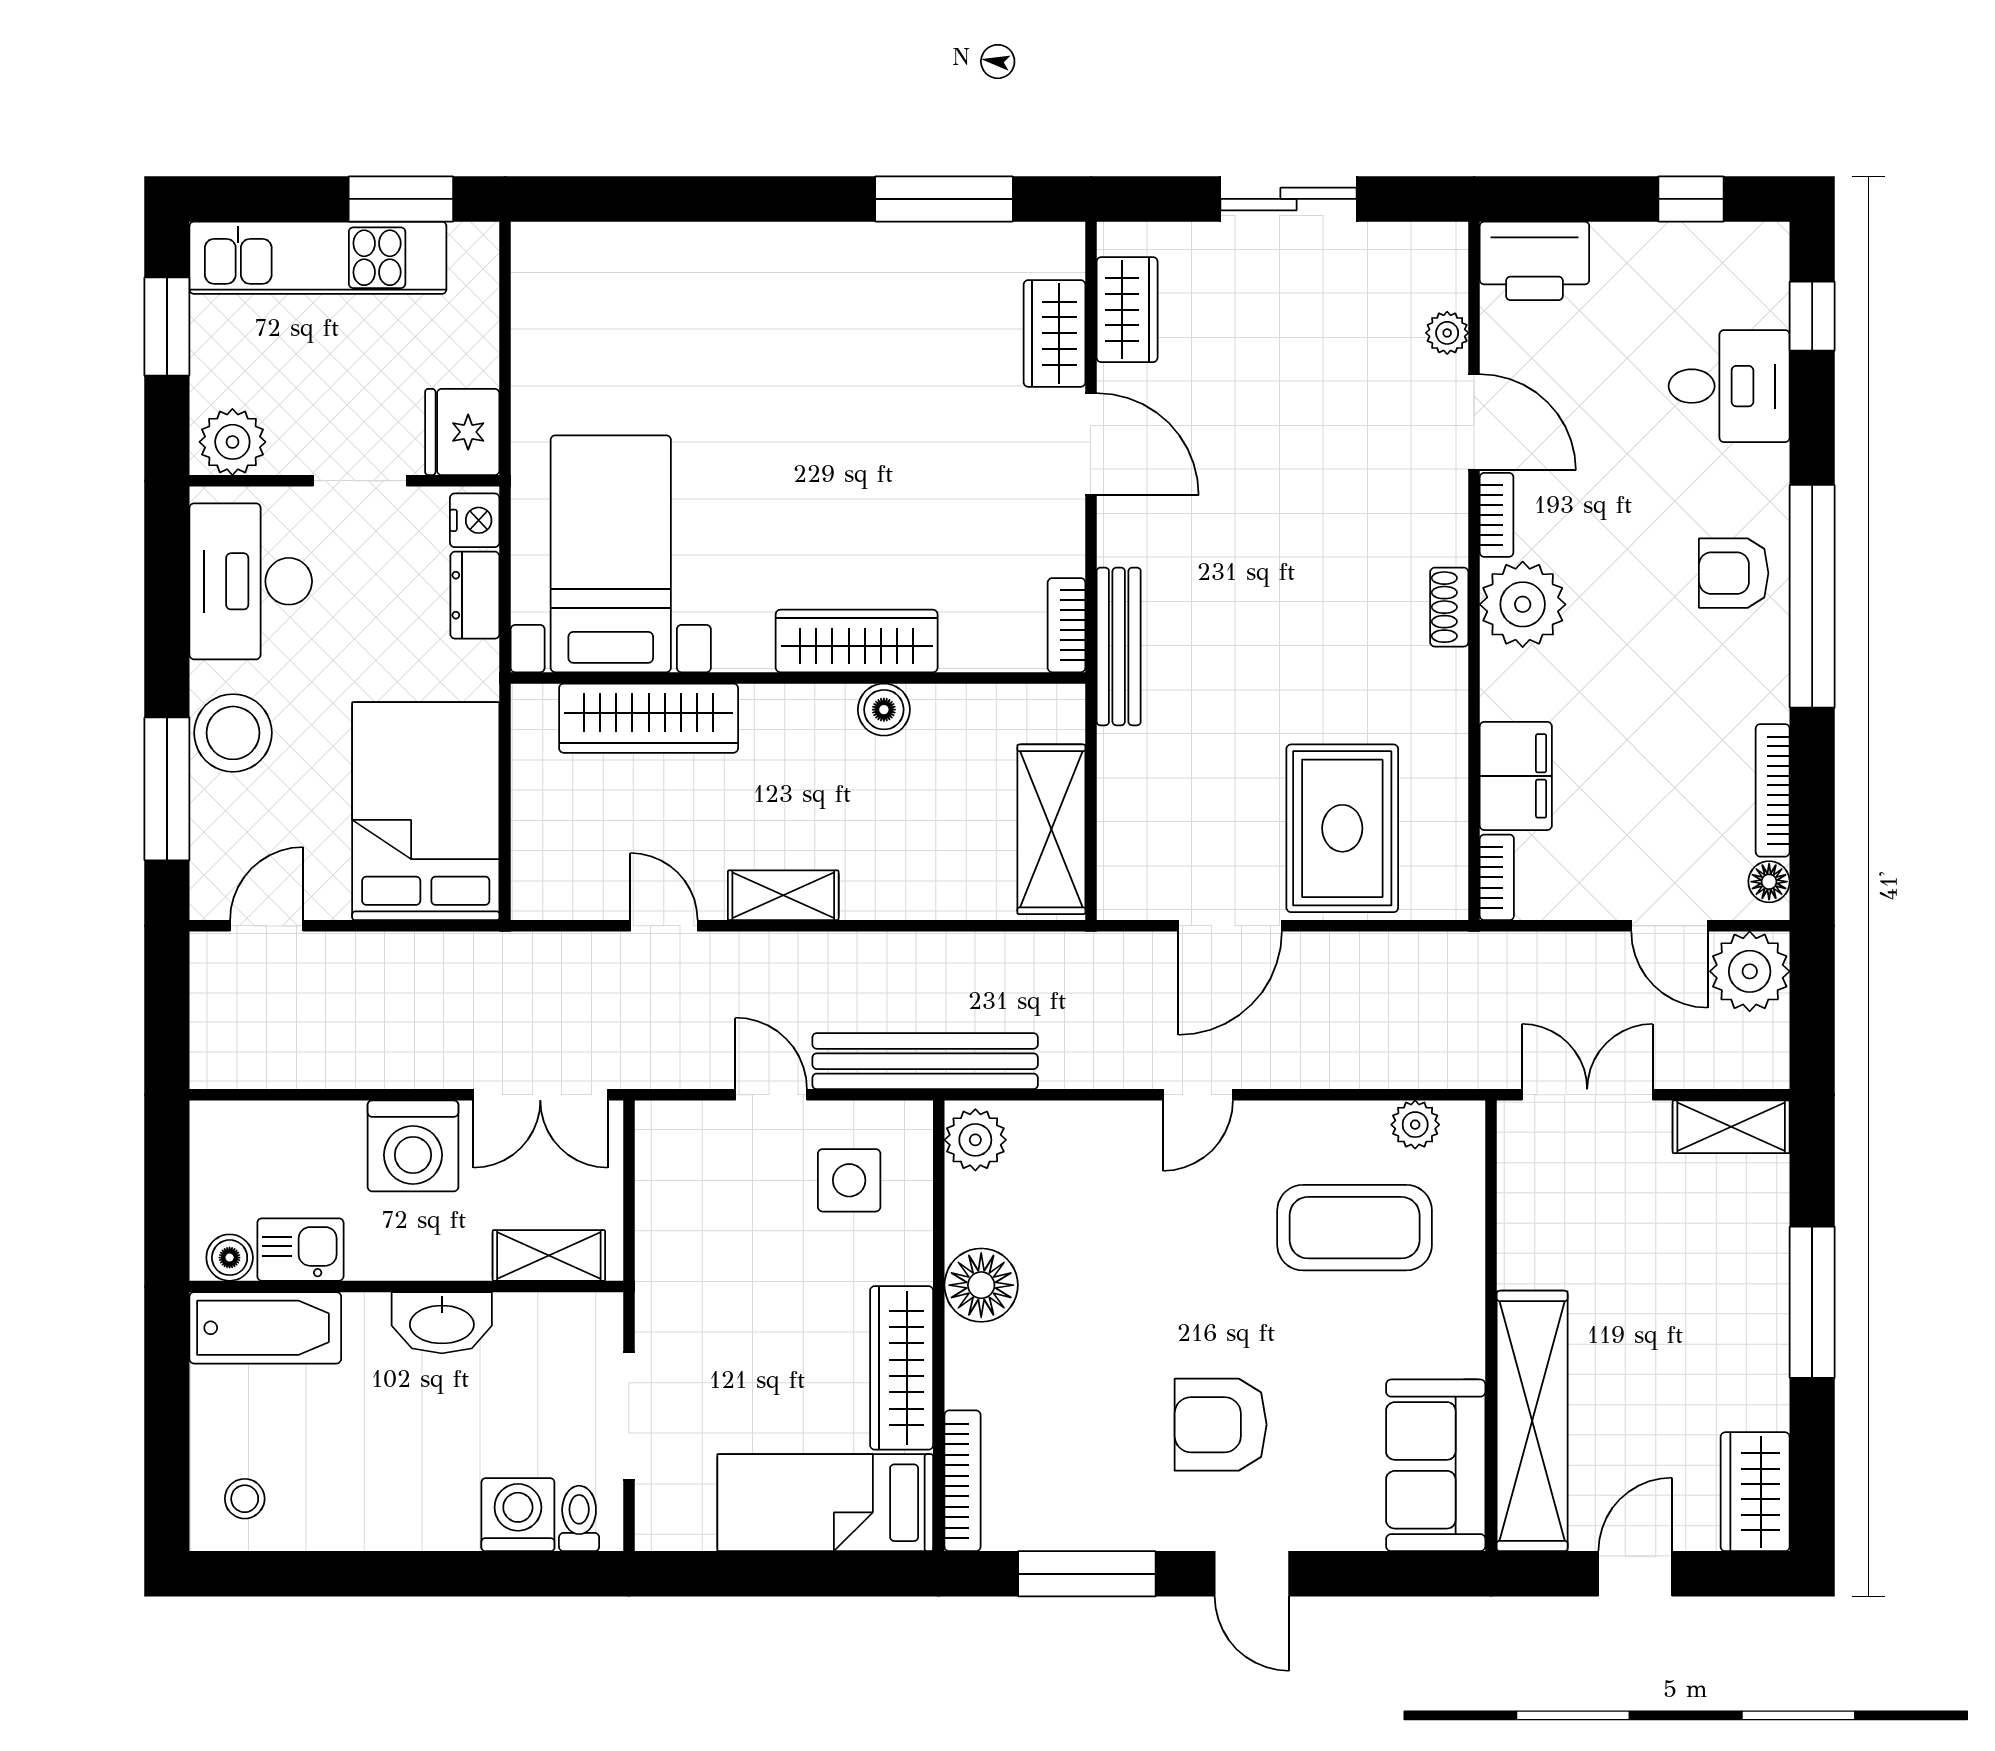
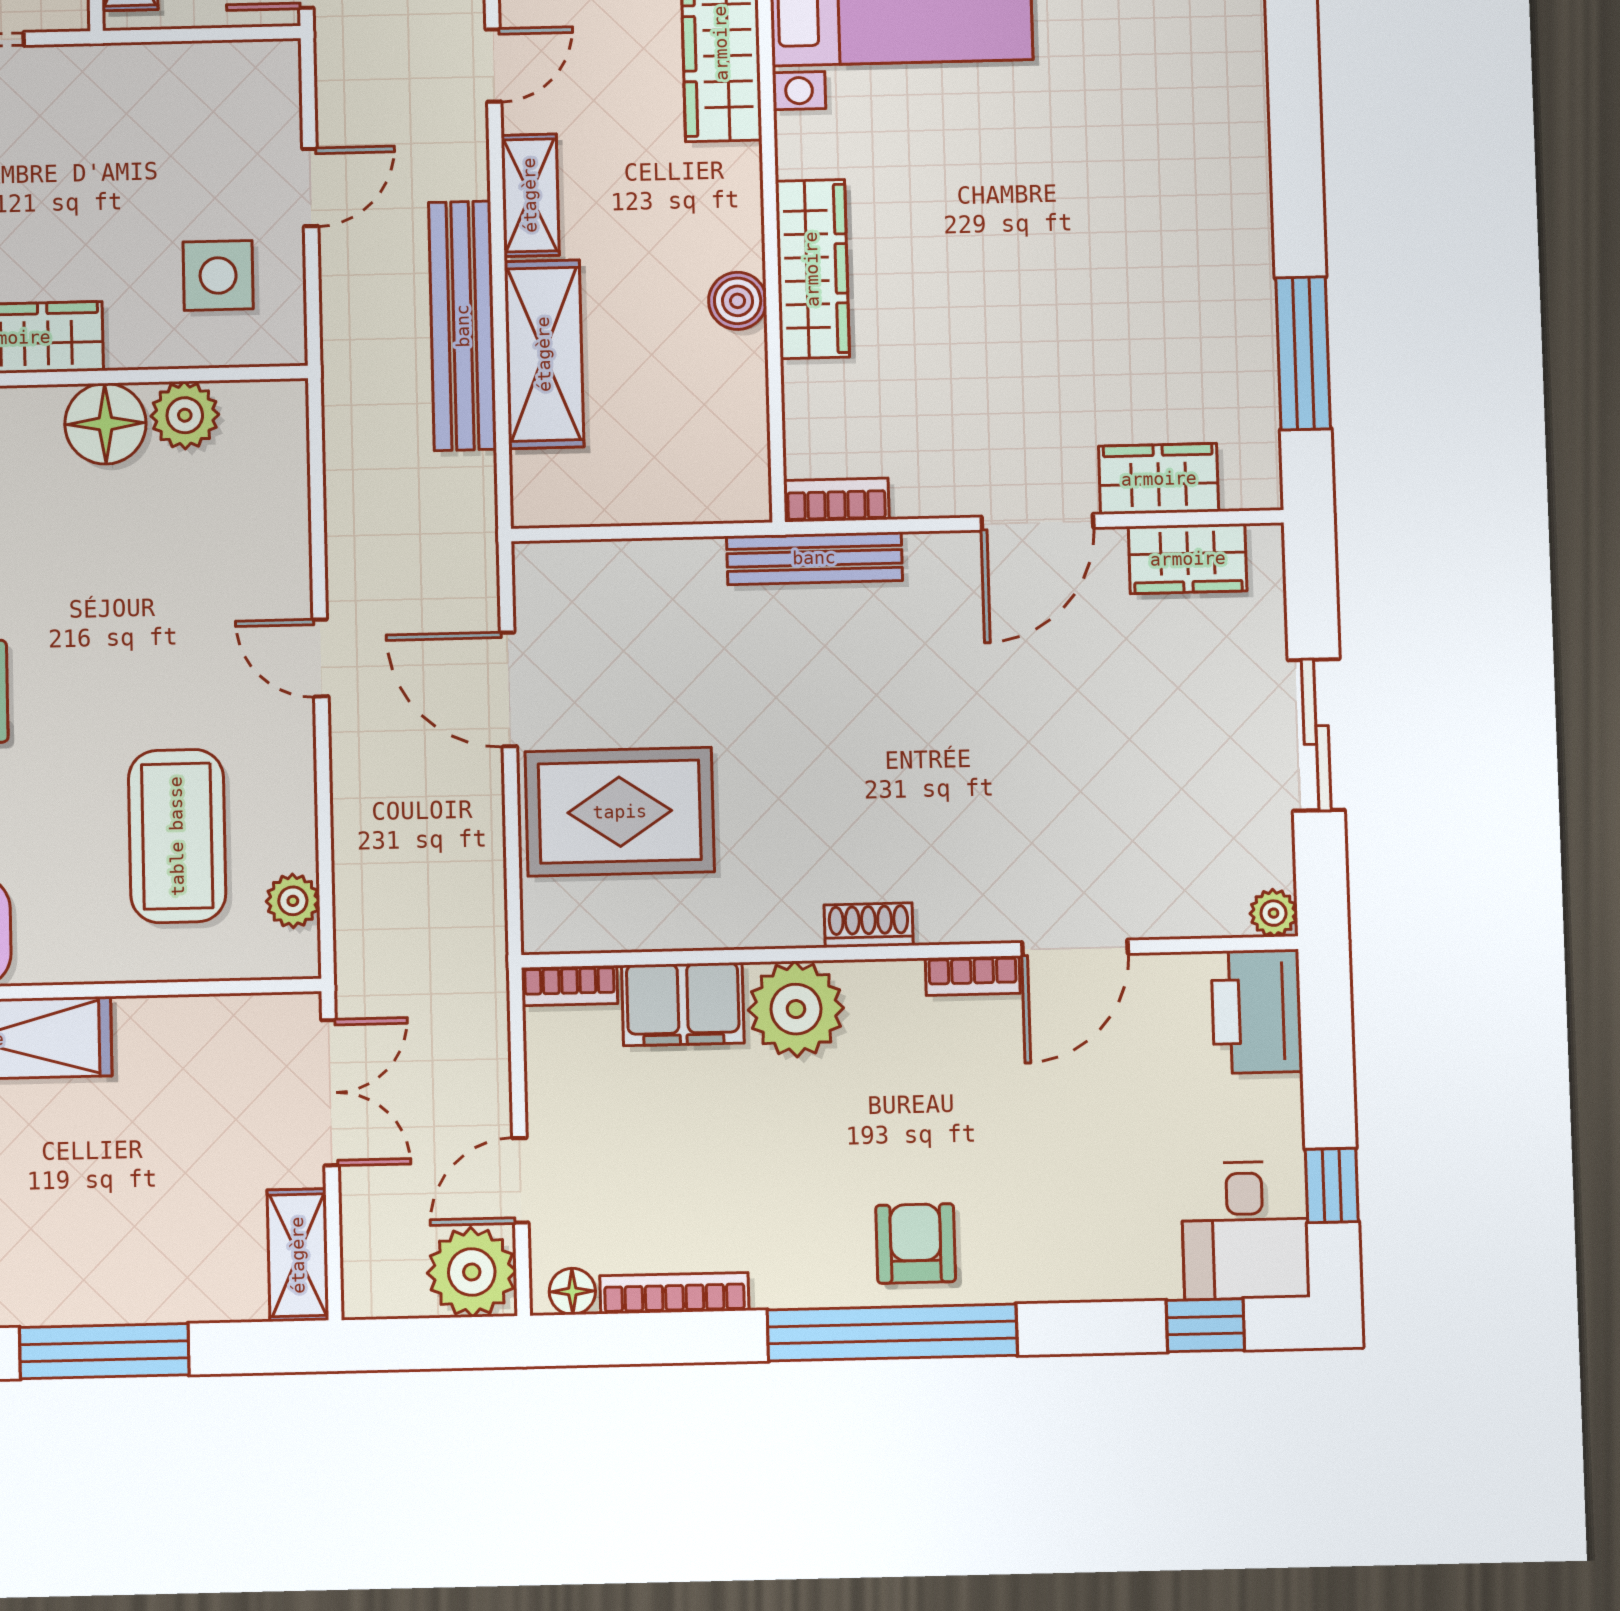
plant: (1447, 333) -> (1274, 913), moved
desk: (1729, 386) -> (1245, 1231), moved
plant: (1523, 604) -> (796, 1009), moved
shelving: (1051, 829) -> (544, 354), moved, turned 90
bench: (925, 1061) -> (463, 326), moved
plant: (975, 1140) -> (185, 415), moved

